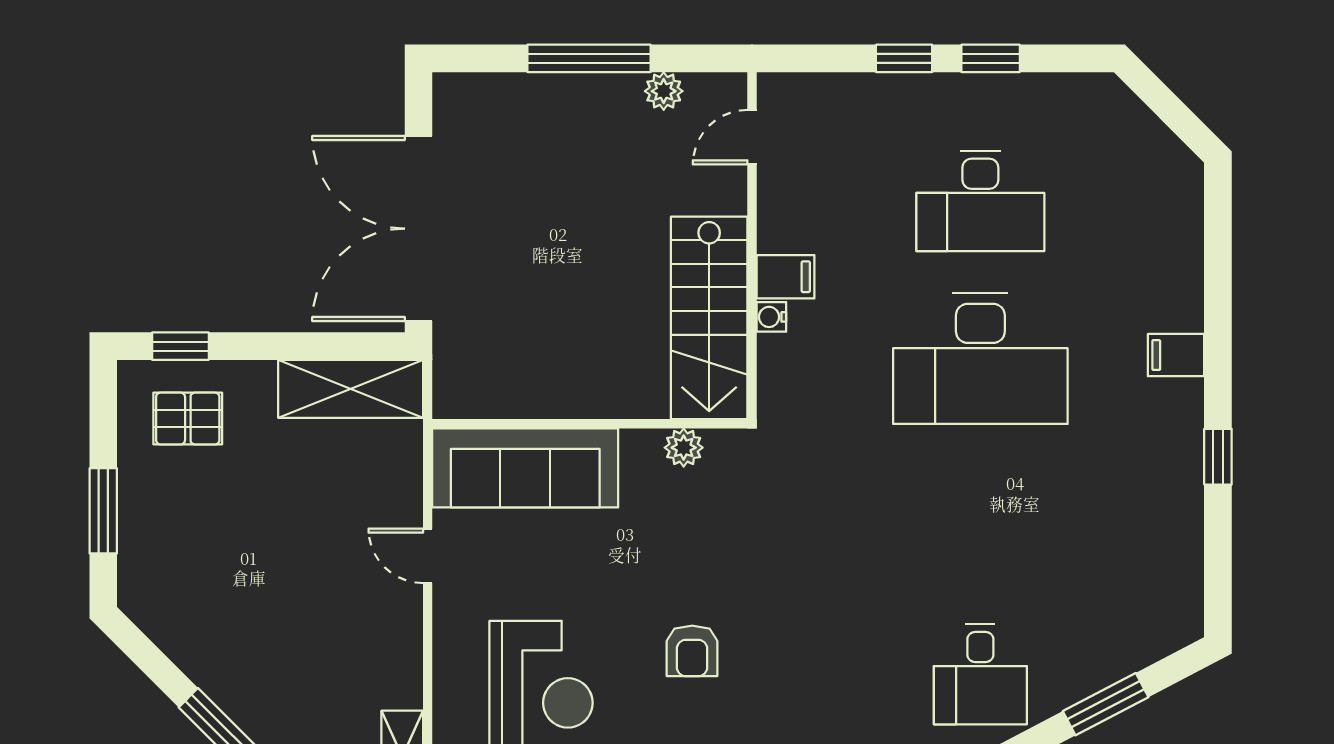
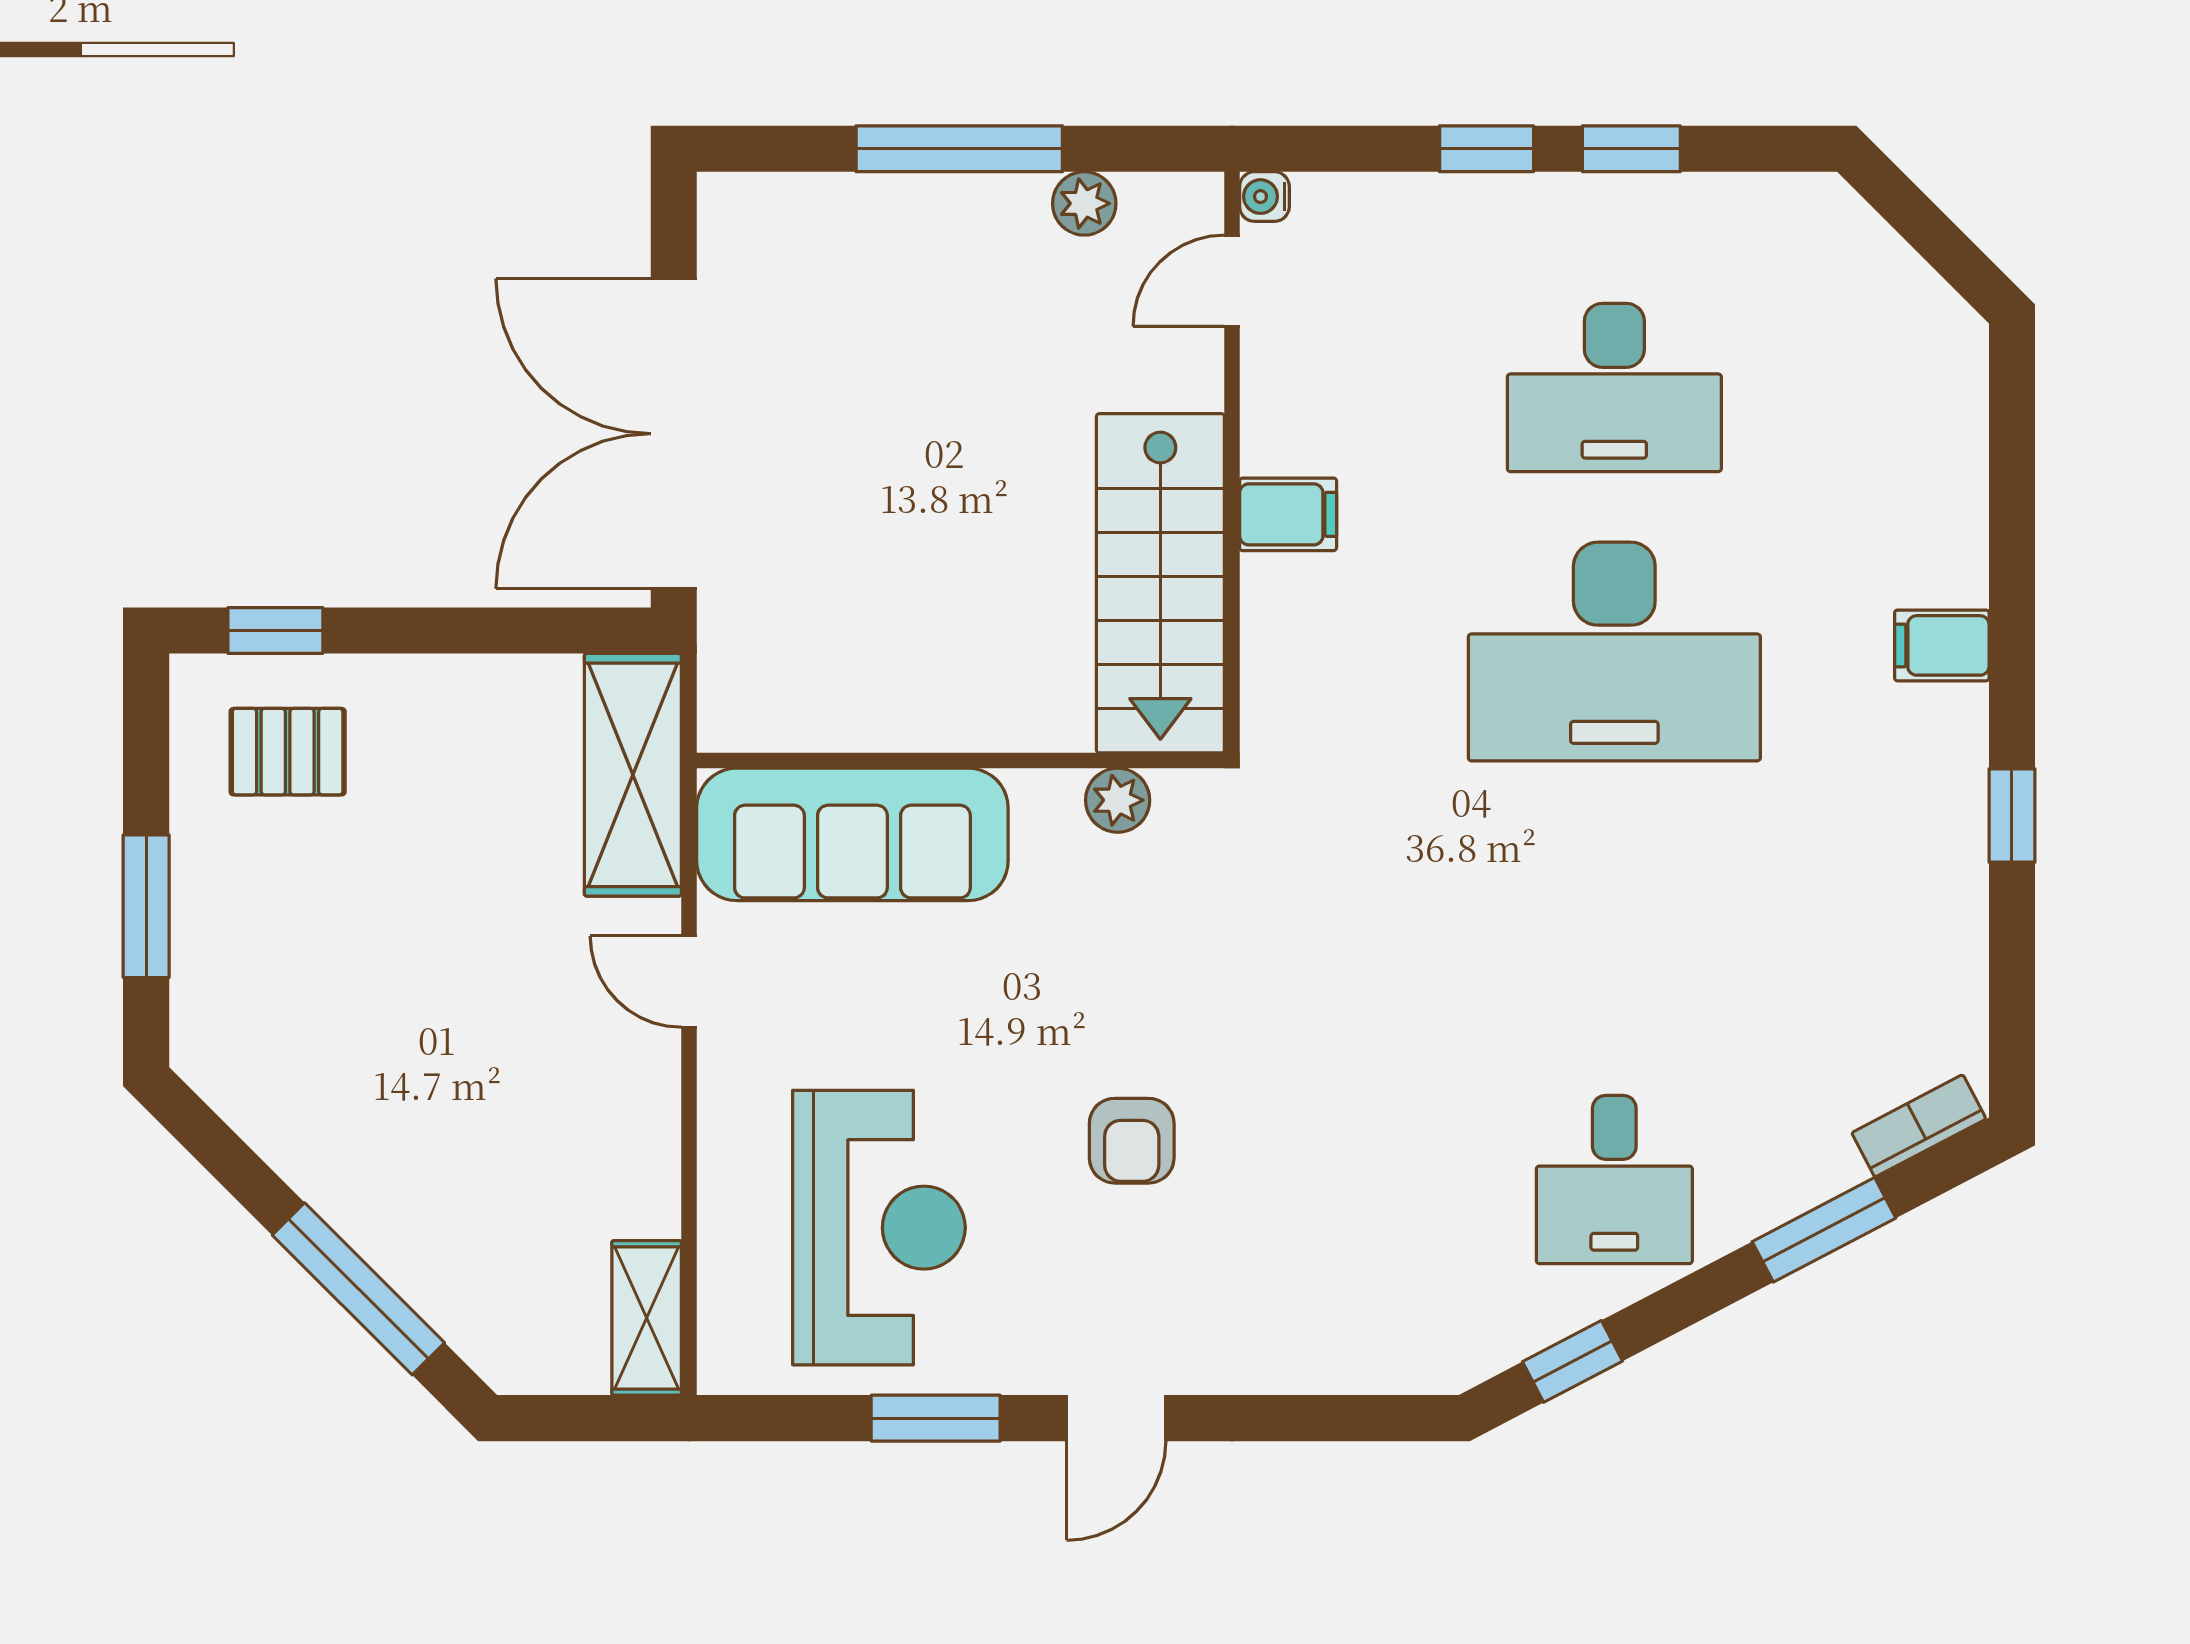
water cooler: (771, 317) -> (1264, 197), moved
shelving: (351, 389) -> (633, 775), moved, turned 90
bookcase: (1162, 642) -> (1919, 1126), added

